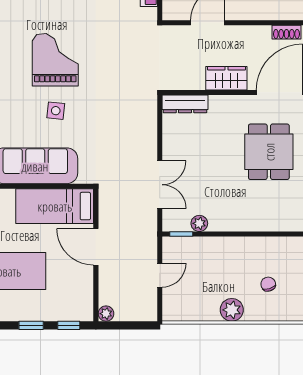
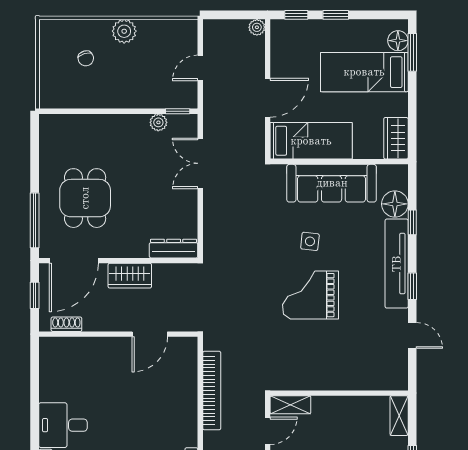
grand piano: (55, 60) -> (310, 295), turned 90
door: (96, 247) -> (268, 98), hinge flipped

